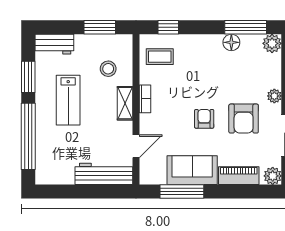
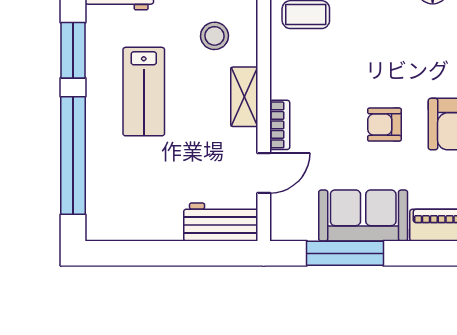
bookcase: (145, 99) -> (280, 125), moved
armchair: (204, 119) -> (384, 125), turned -90
workbench: (104, 174) -> (221, 222), width x0.73

